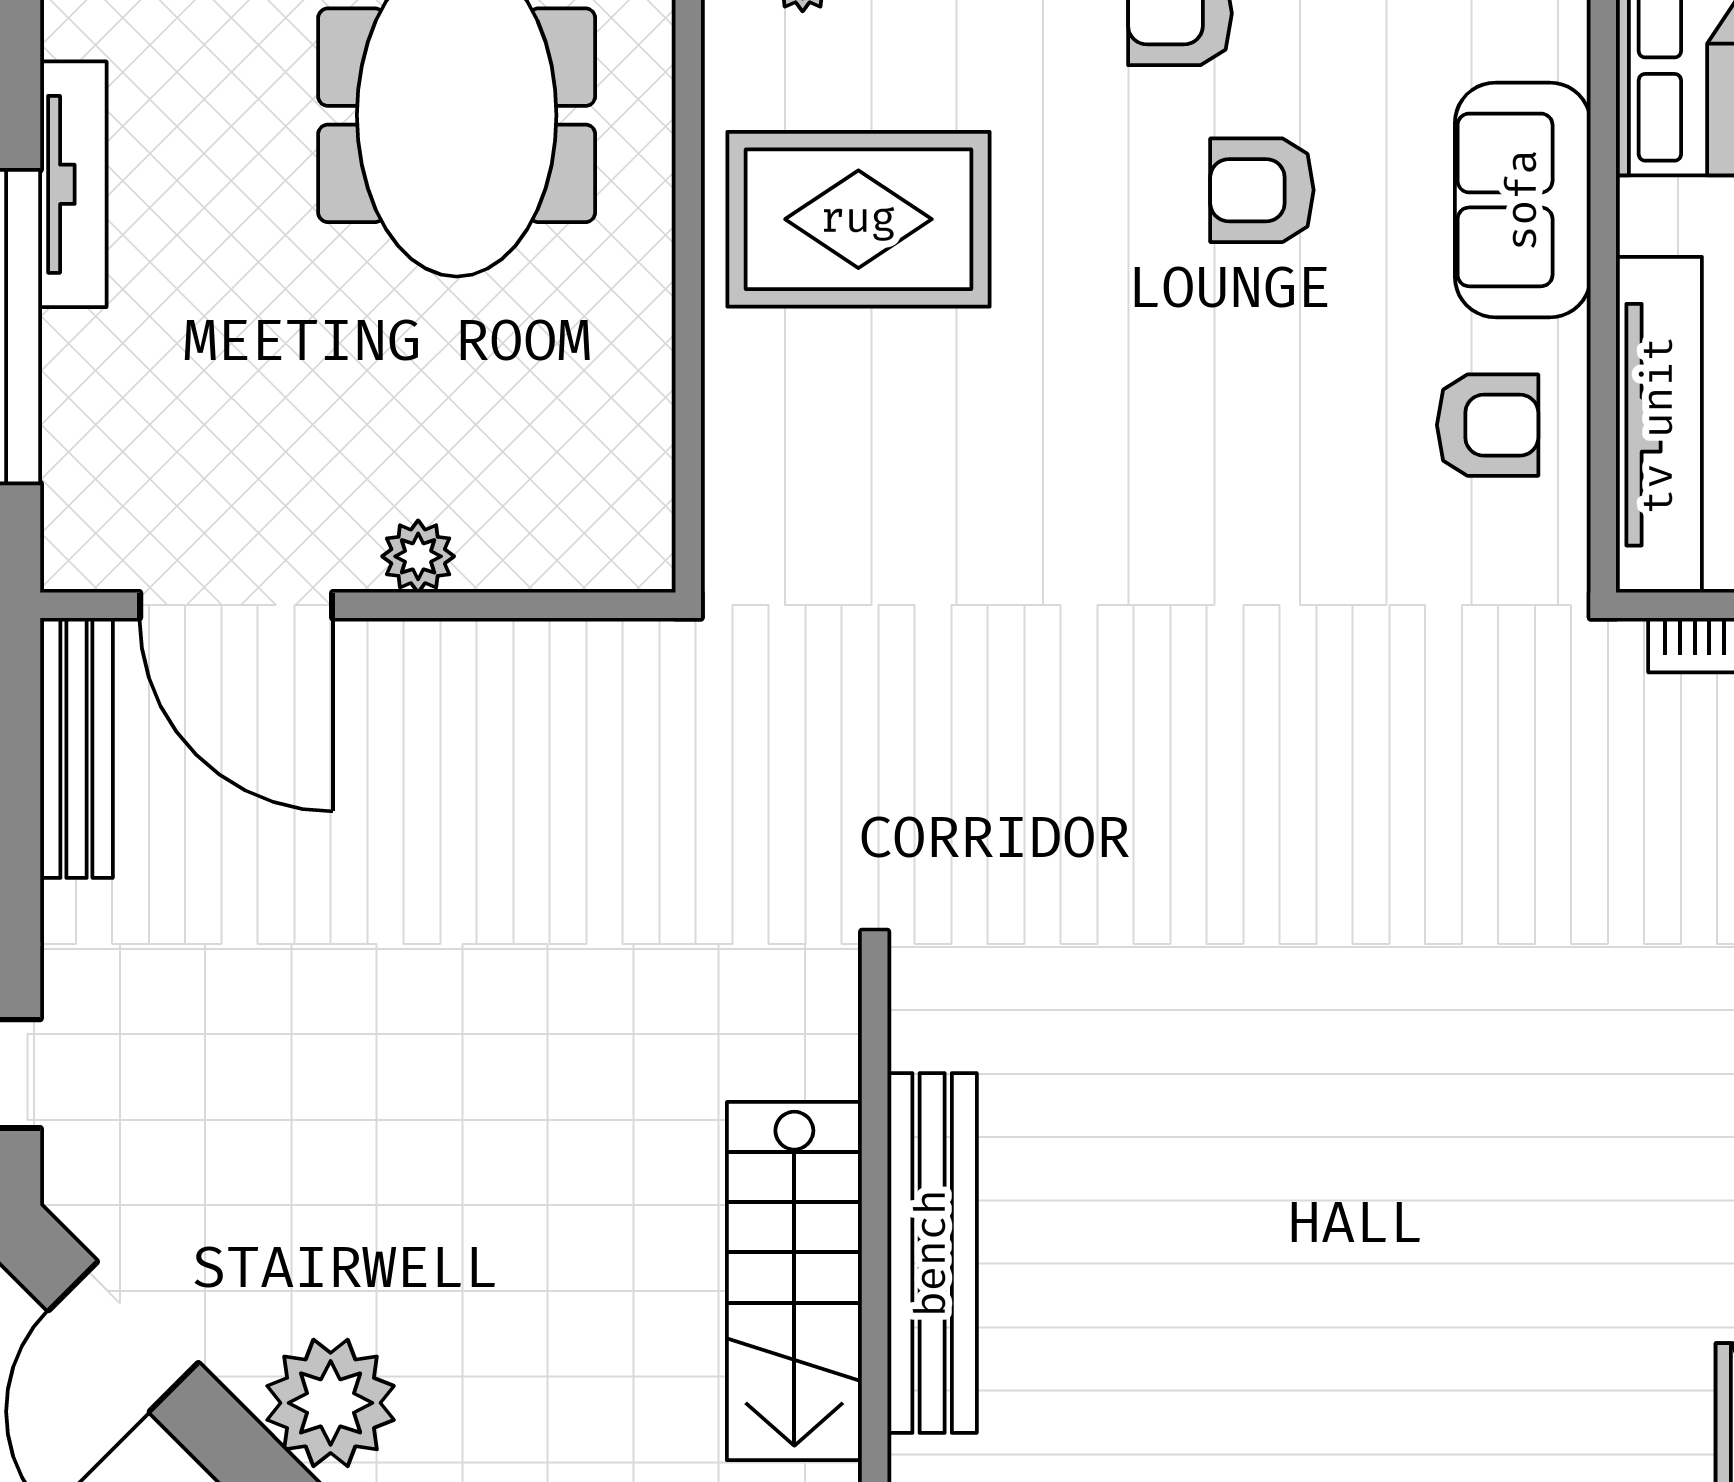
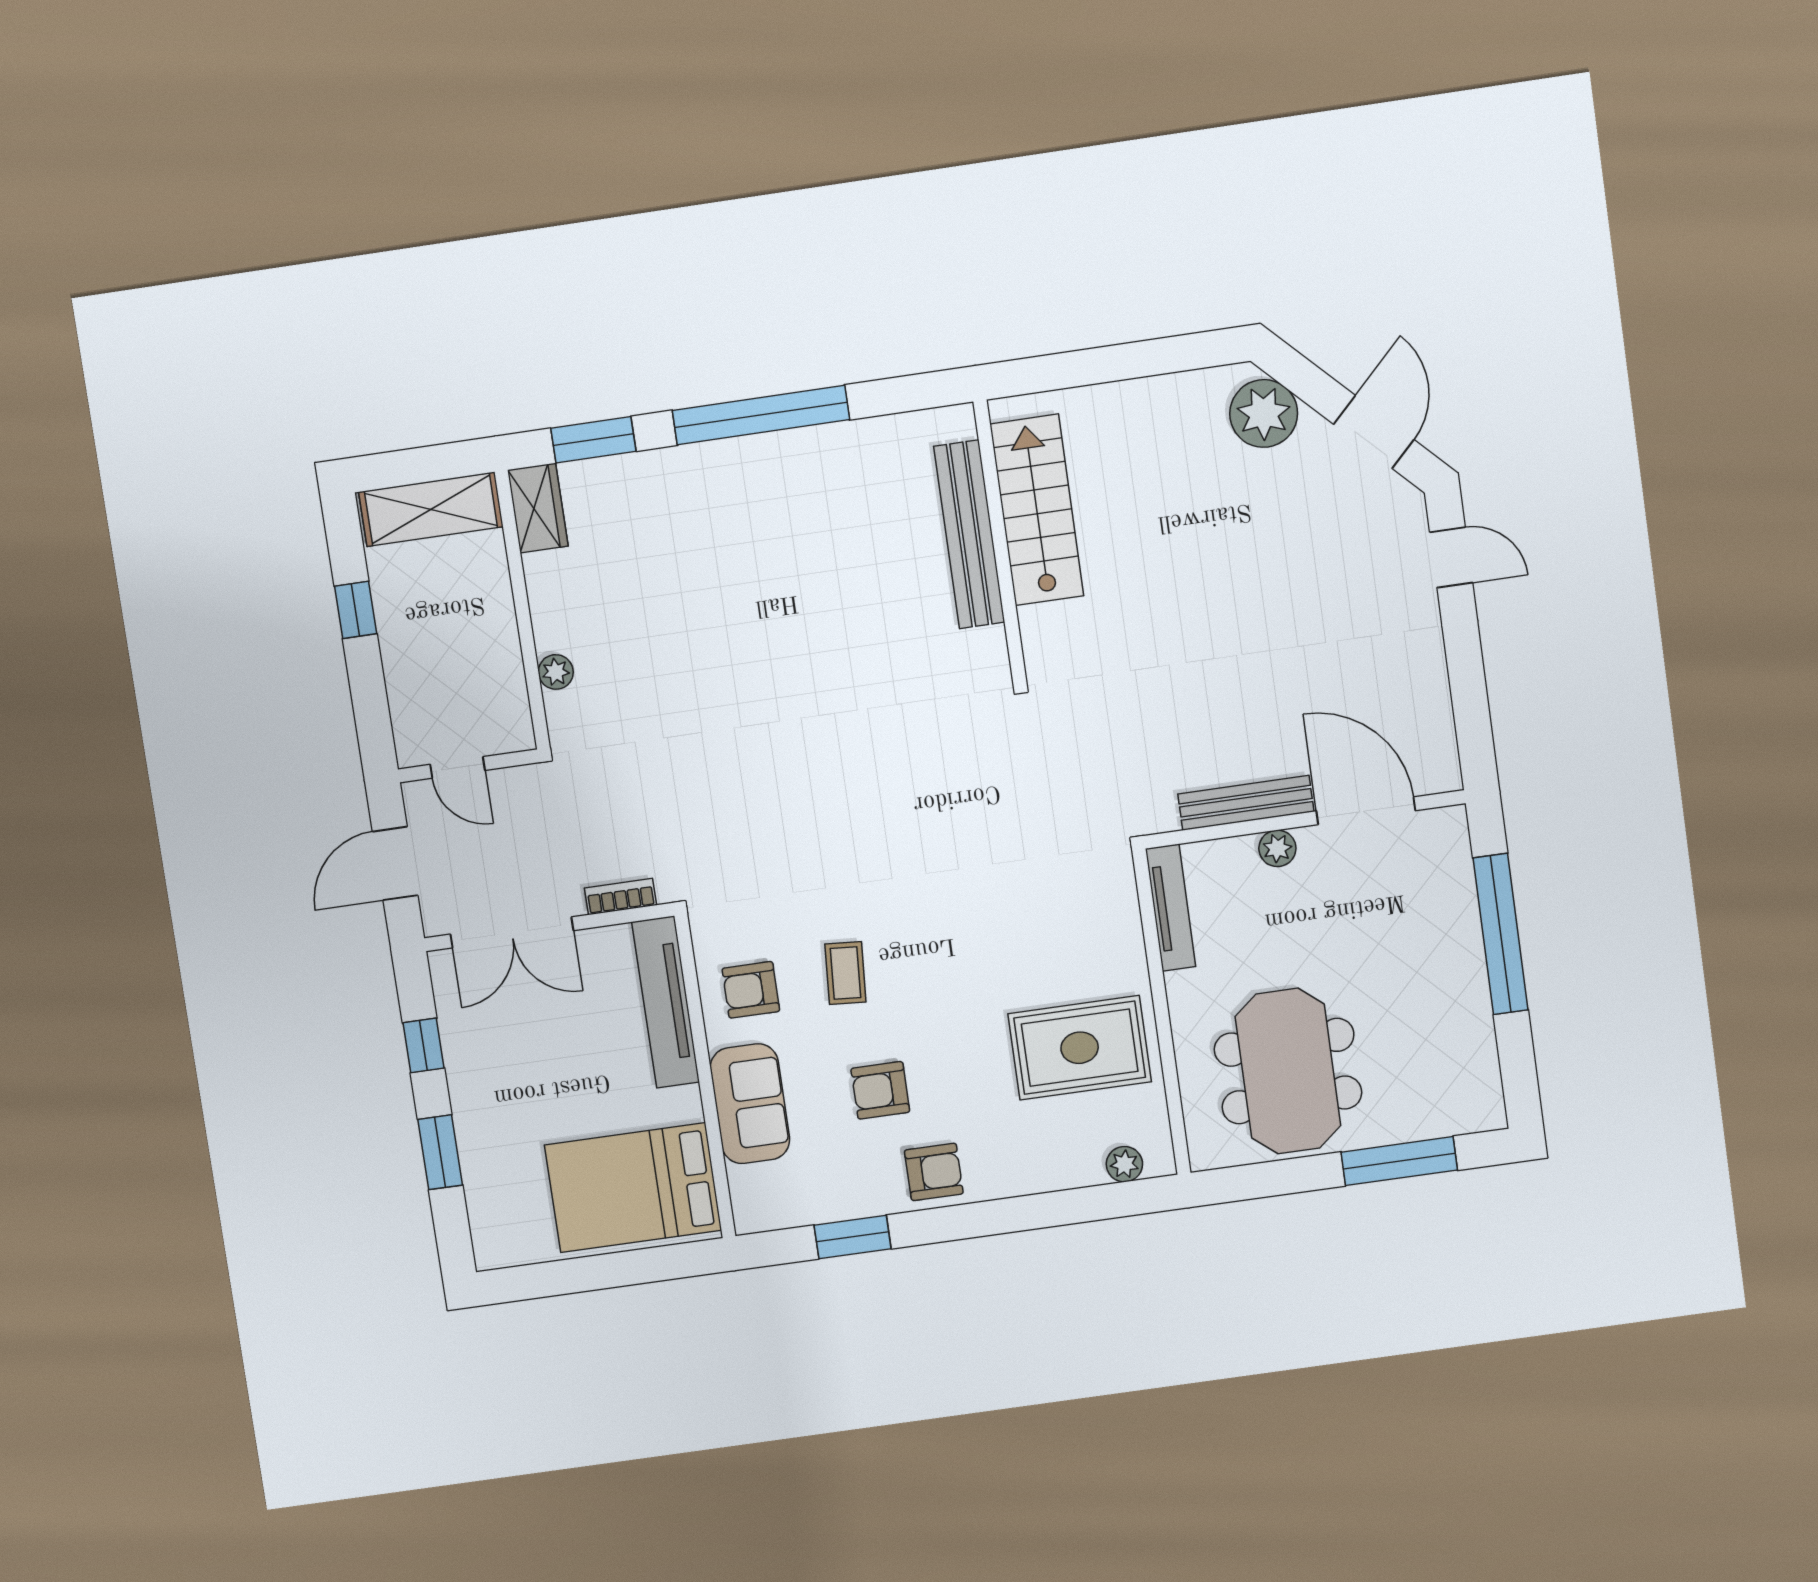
tv unit: (73, 184) -> (1171, 908), moved, turned 180
armchair: (1262, 190) -> (880, 1090), turned 180
coffee table: (1297, 432) -> (845, 973), added
bench: (76, 748) -> (1246, 803), moved, turned 90

